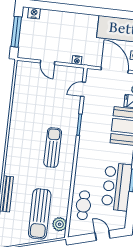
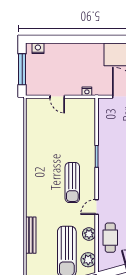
door: (83, 89) -> (97, 207), moved
sun lounger: (53, 147) -> (72, 183), turned 180
plant: (63, 199) -> (89, 234), added

